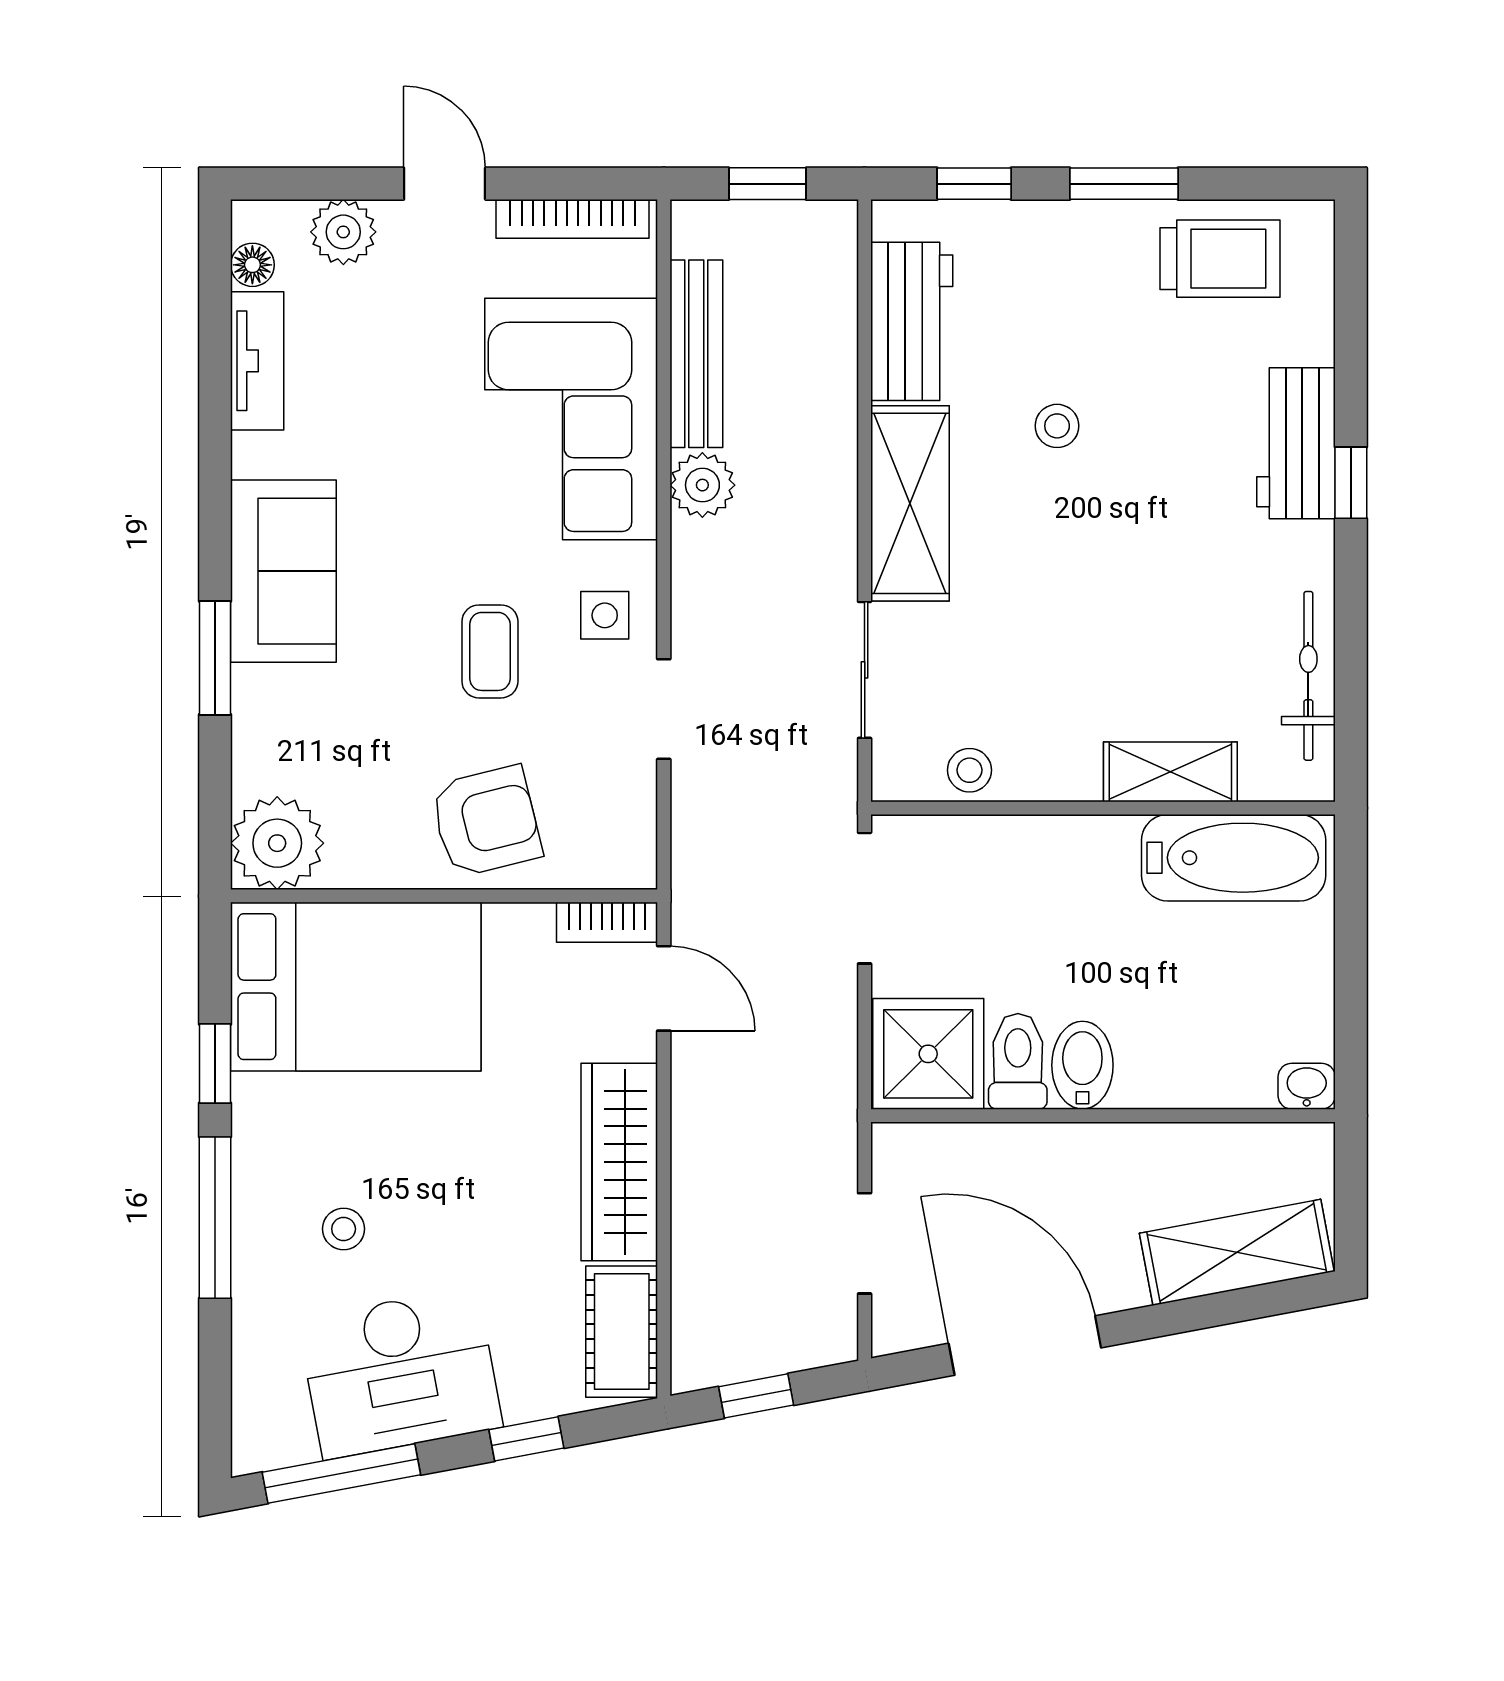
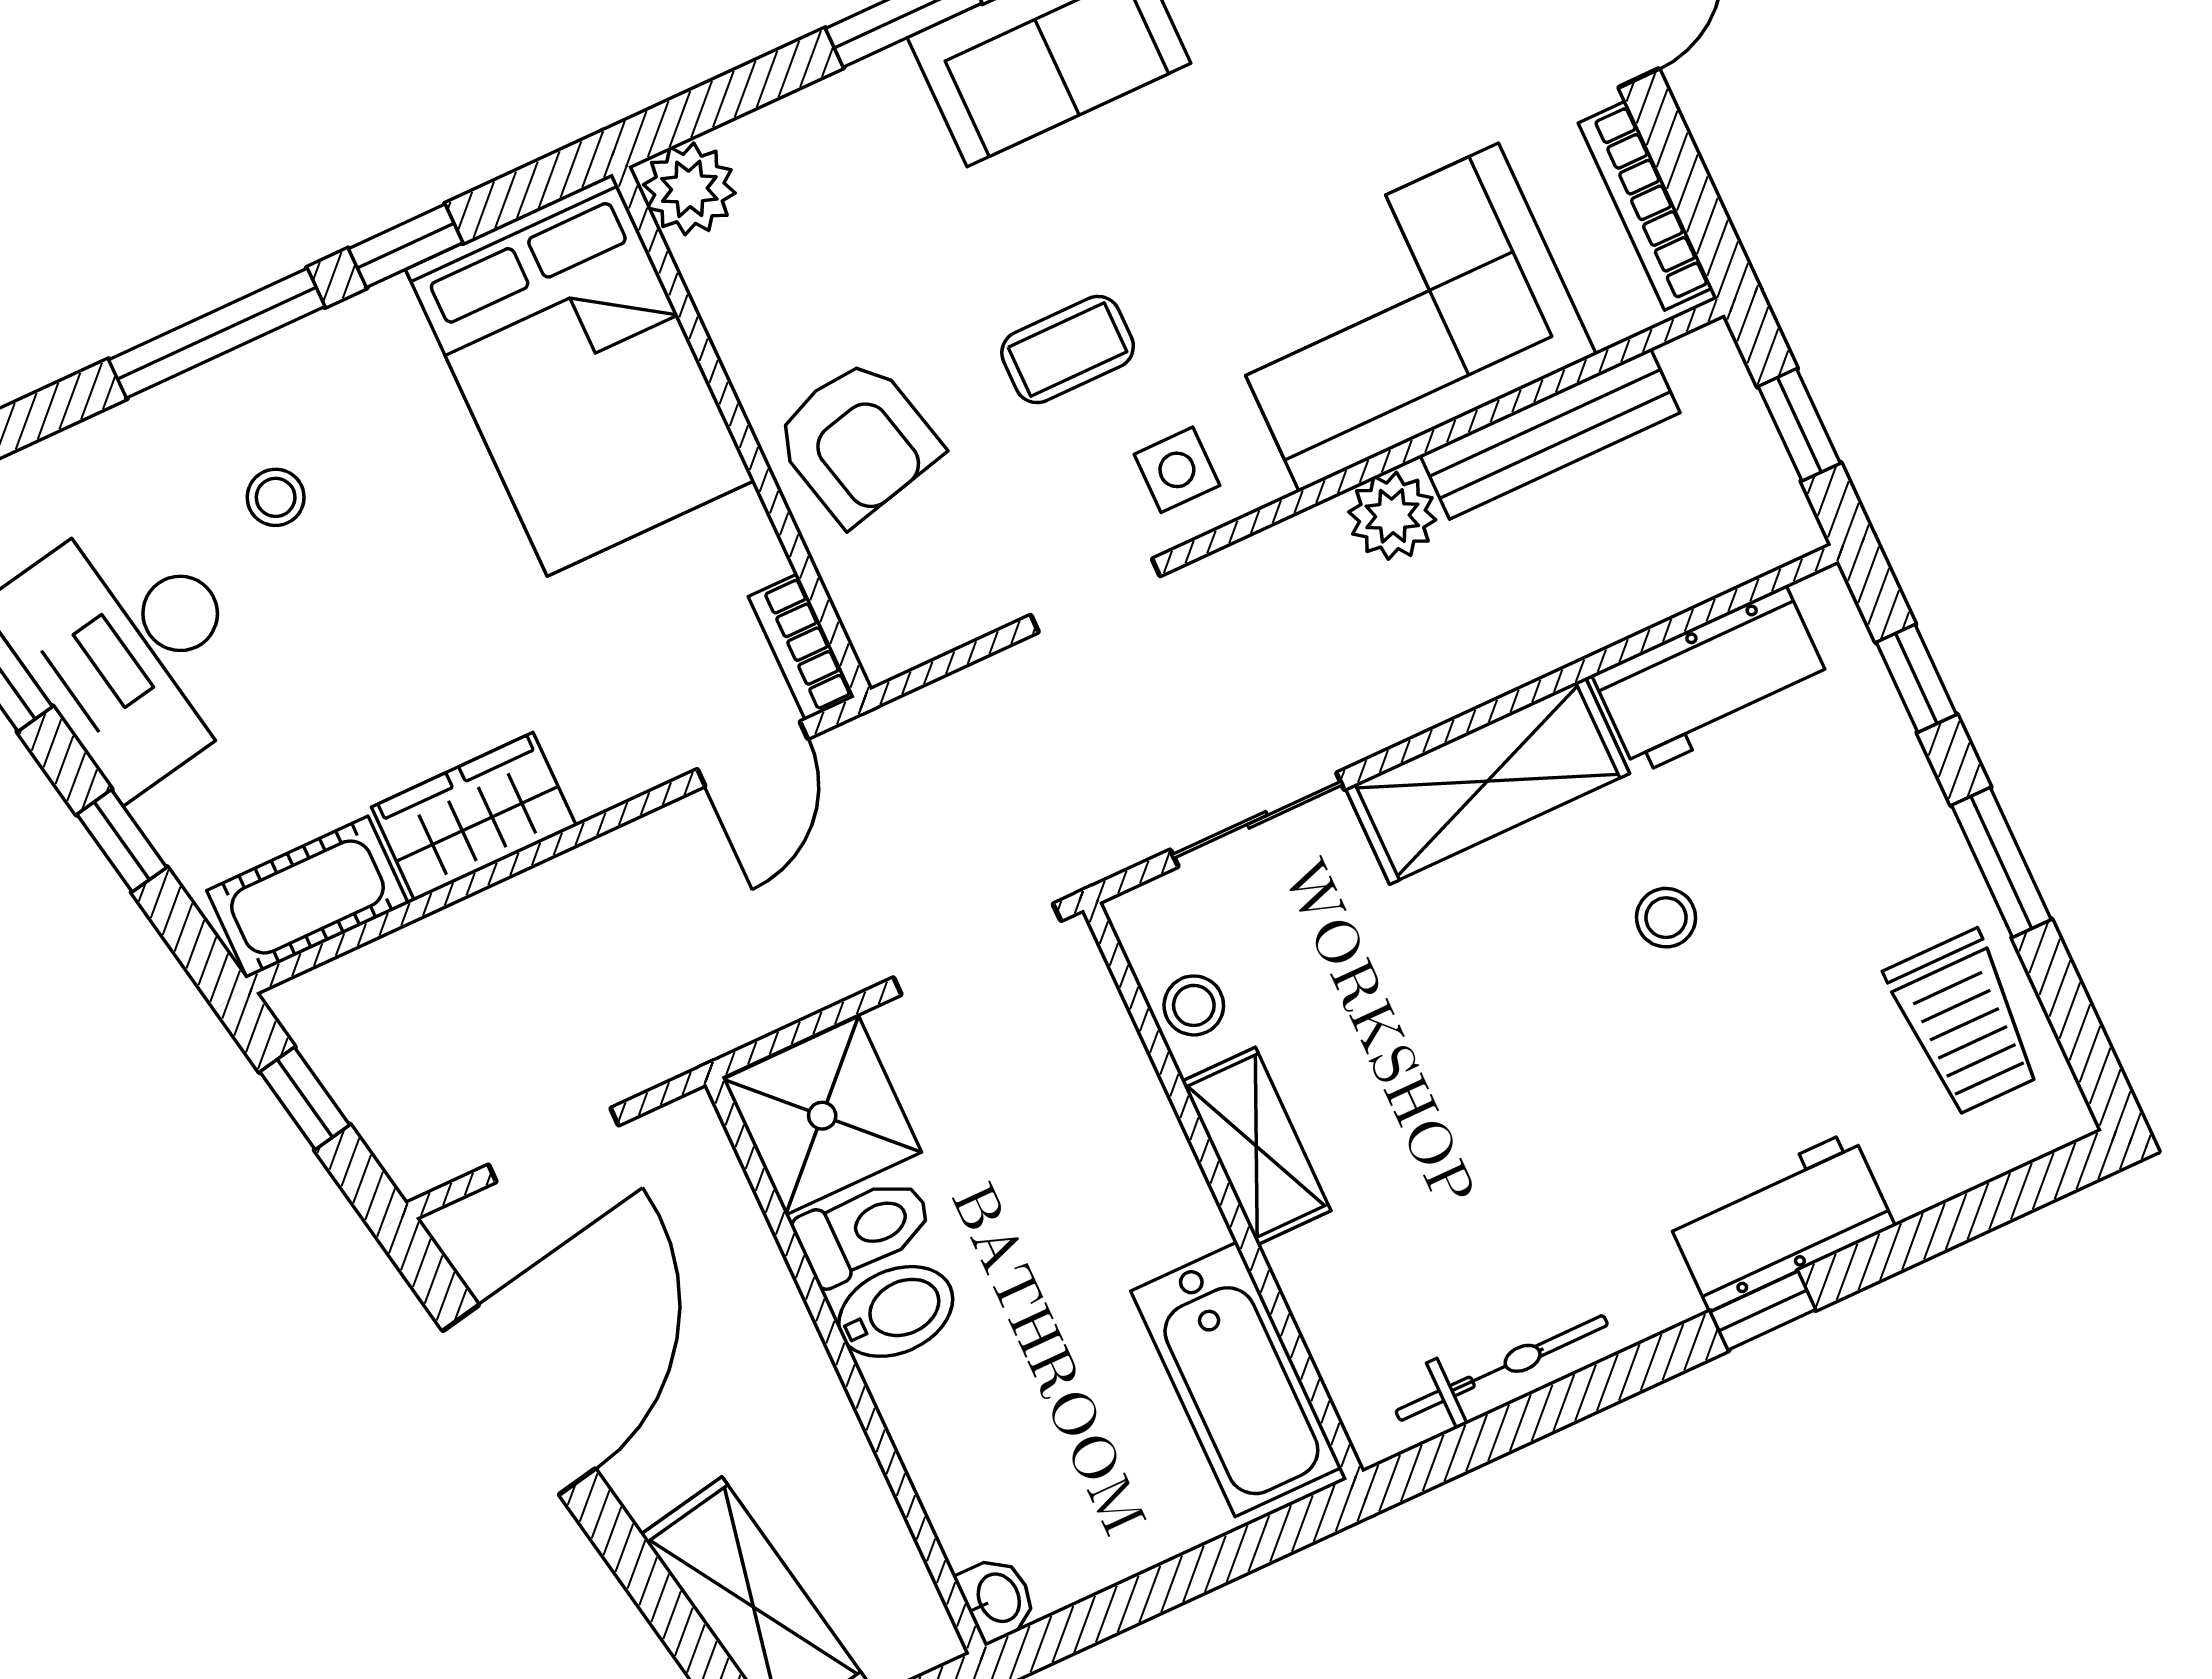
shelving: (1170, 772) -> (1256, 1146), moved
plant: (277, 843) -> (689, 189), width x0.73, depth x0.73
wardrobe: (619, 1162) -> (474, 816), width x0.67

